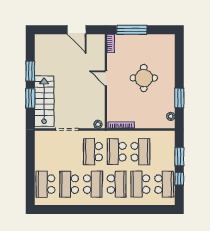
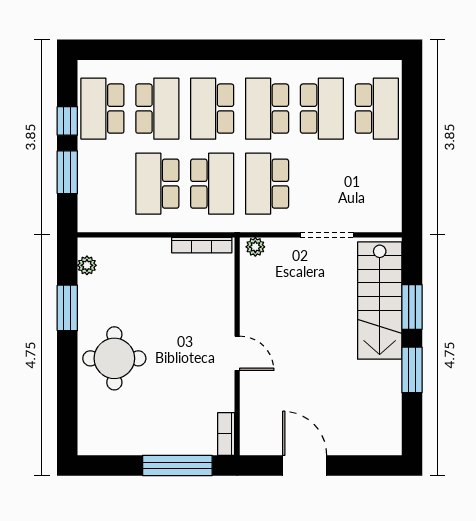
round table: (144, 78) -> (114, 358), moved
school desk: (93, 152) -> (267, 184), turned 180

